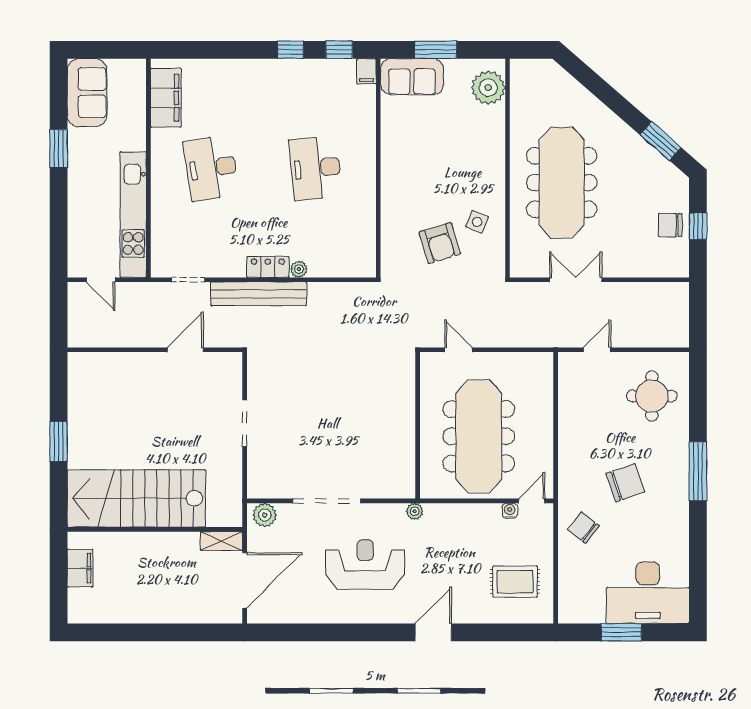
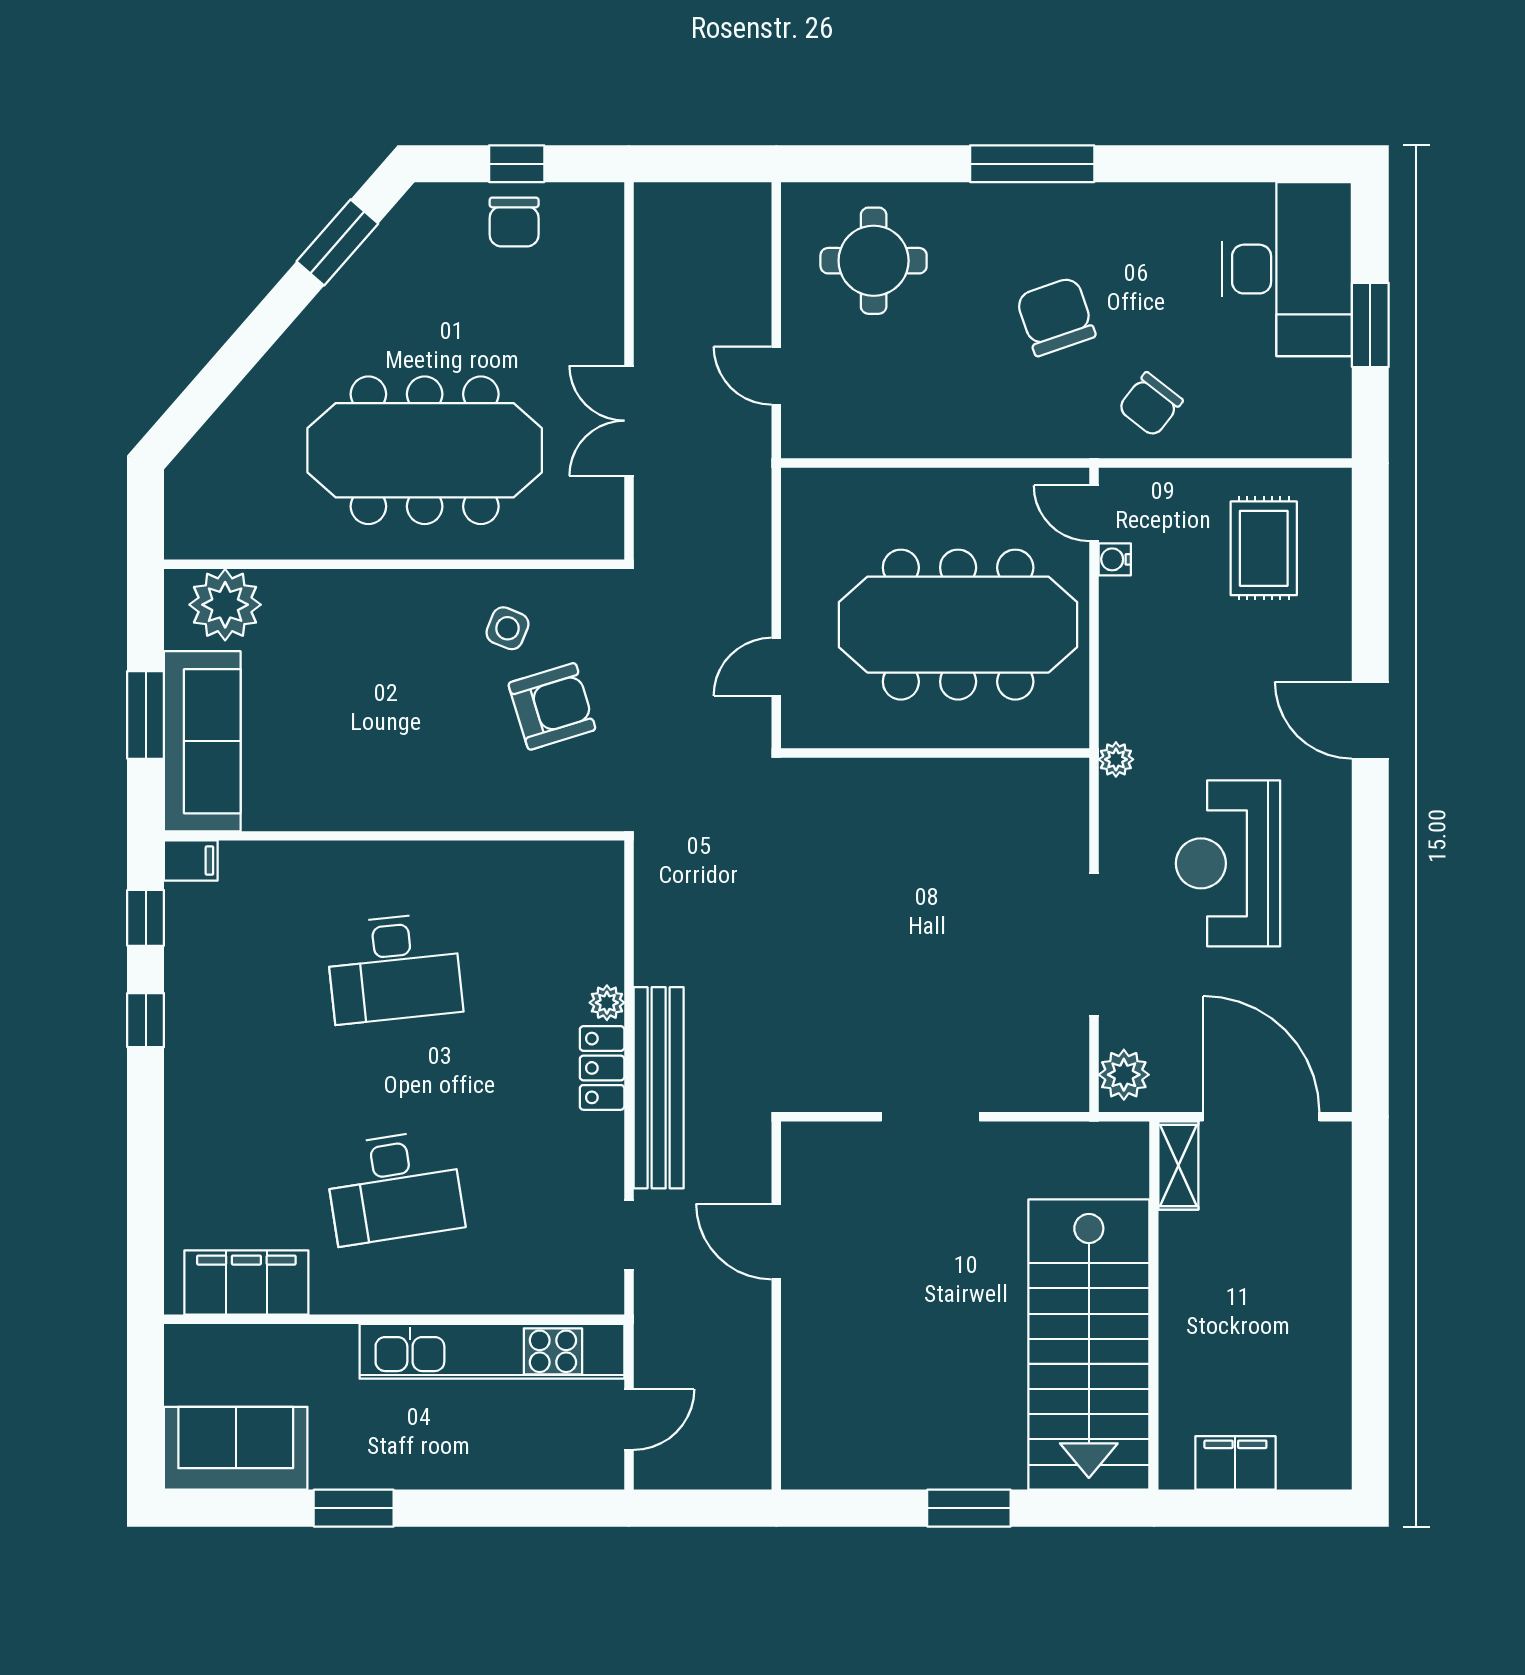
sofa: (412, 77) -> (202, 741), width x1.36

